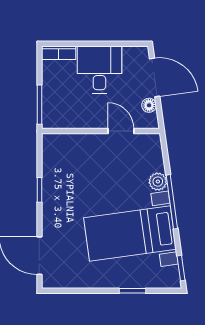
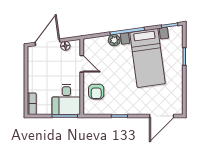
desk: (99, 70) -> (66, 99), moved, turned -90
door: (121, 131) -> (82, 64), swing flipped
armchair: (78, 154) -> (96, 92), added

